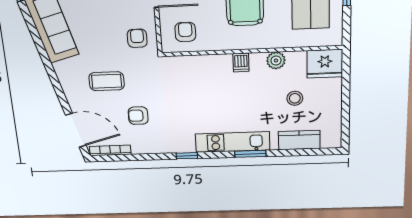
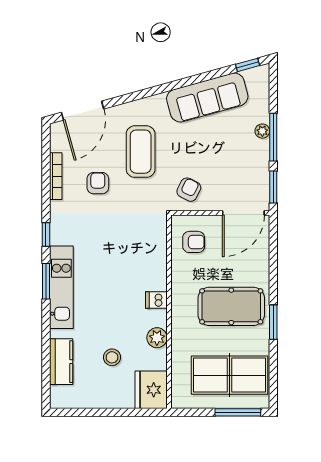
armchair: (137, 38) -> (189, 190), turned -63
coffee table: (107, 81) -> (141, 152), width x1.36, depth x1.32
bookcase: (110, 150) -> (56, 176), moved
window: (250, 154) -> (46, 281), moved

